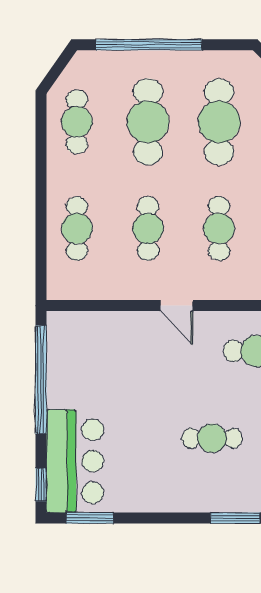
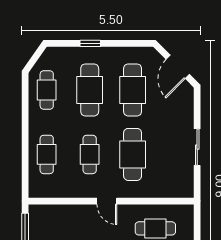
window: (149, 45) -> (90, 43), width x0.32
cafe table: (219, 228) -> (133, 154), width x1.37, depth x1.35

